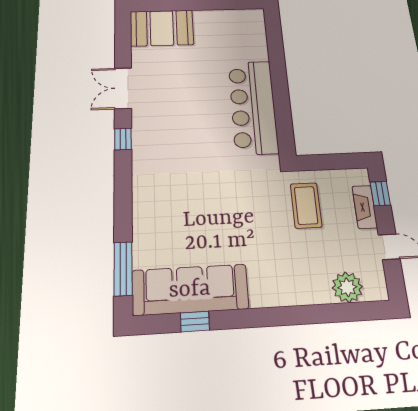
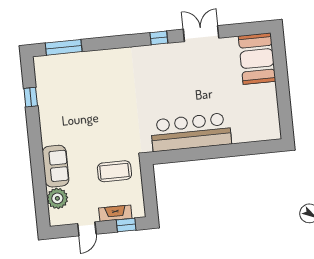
sofa: (190, 290) -> (56, 166), moved, width x0.54, depth x0.79

